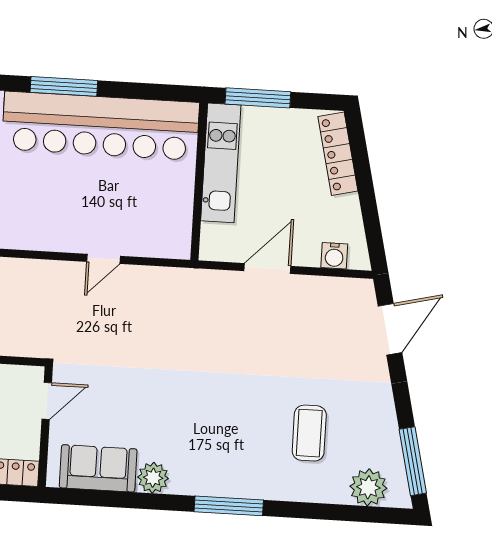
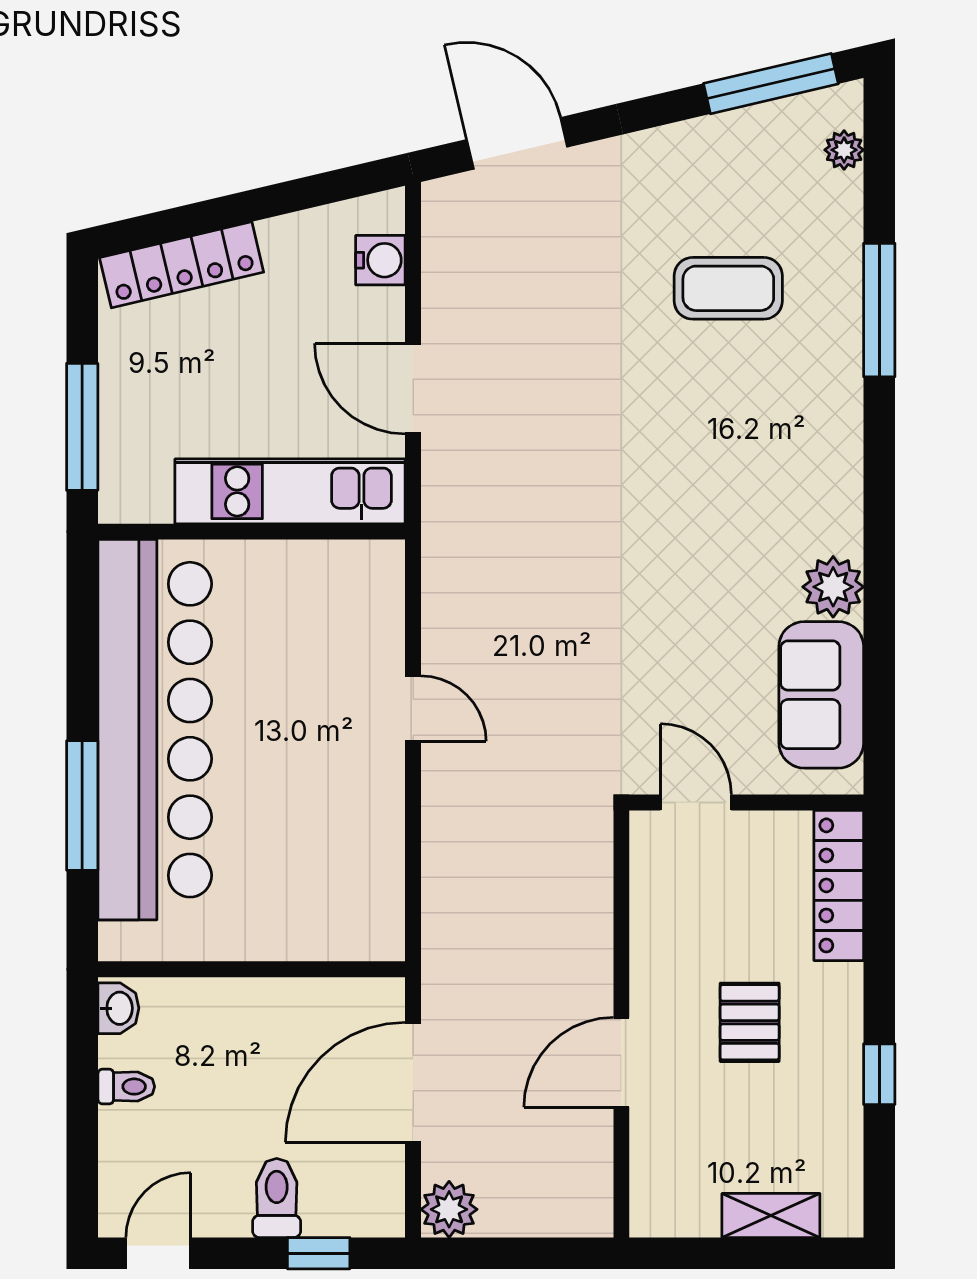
kitchen unit: (221, 163) -> (290, 491), moved
plant: (368, 487) -> (844, 150), width x0.53, depth x0.53
window: (229, 506) -> (879, 310), moved

